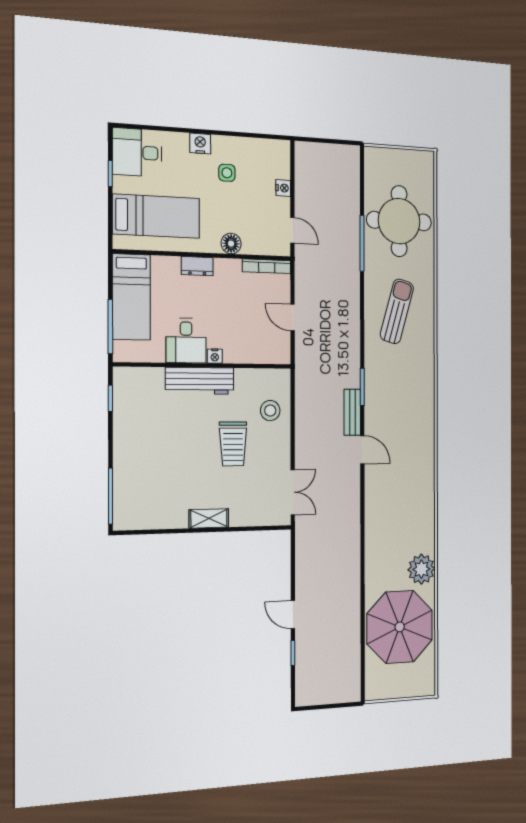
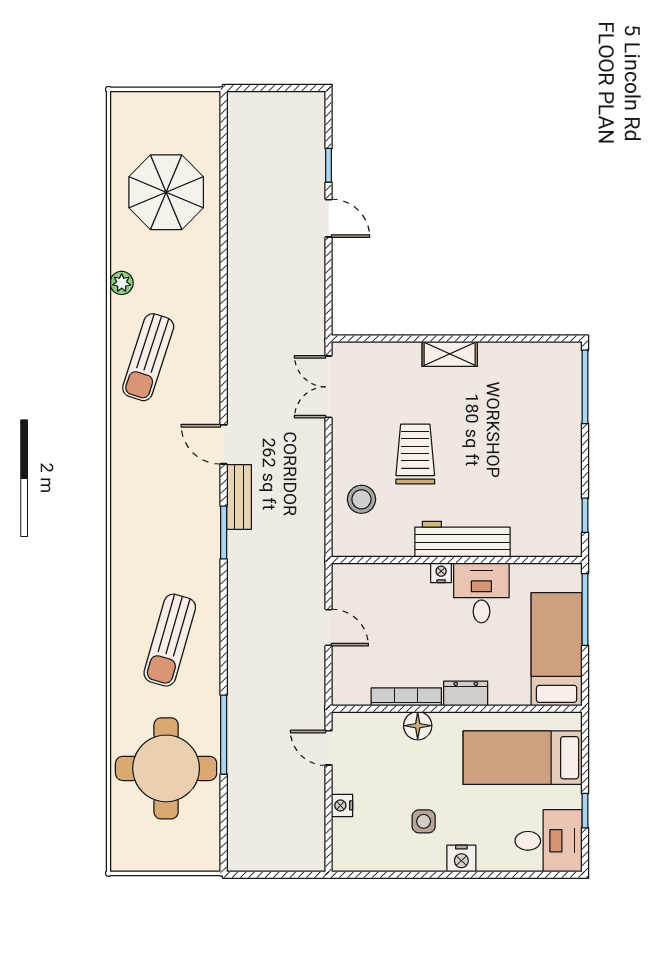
bookcase: (267, 266) -> (406, 697), moved
sun lounger: (411, 510) -> (148, 357), added
plant: (421, 569) -> (122, 283), width x0.53, depth x0.53
parasol: (400, 627) -> (166, 192), width x0.73, depth x0.73

